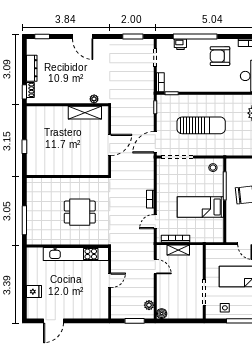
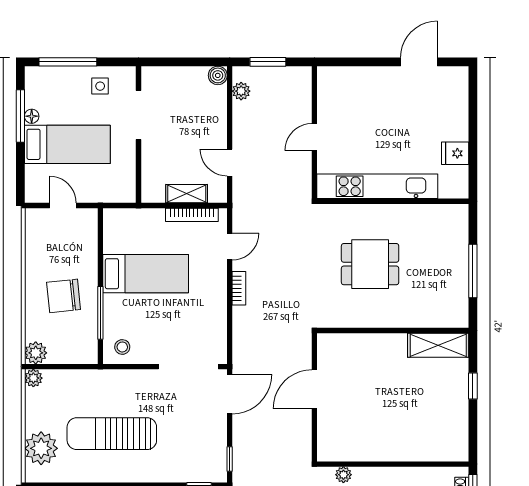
shelving: (85, 113) -> (438, 345), moved
sun lounger: (201, 125) -> (112, 434), moved
window: (24, 220) -> (473, 271), moved
fridge: (34, 292) -> (455, 153), moved

